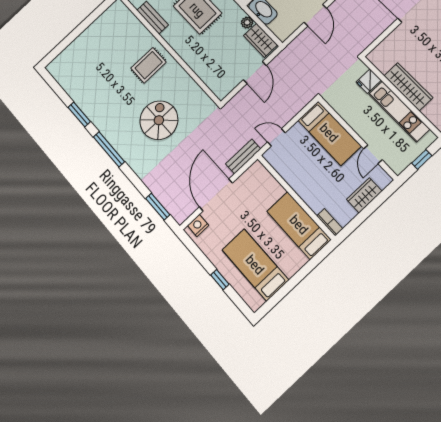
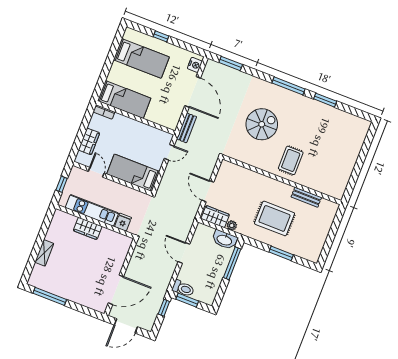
wardrobe: (408, 87) -> (88, 228), width x0.67
spiral stairs: (159, 120) -> (262, 124), turned -90

